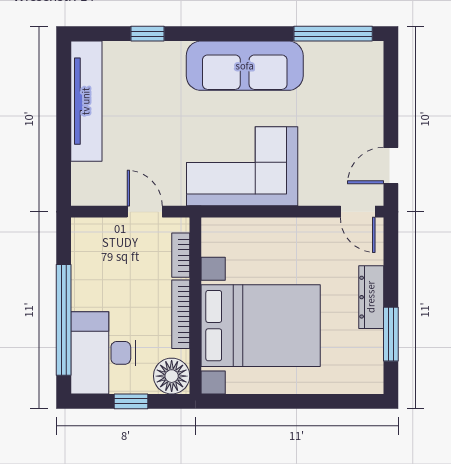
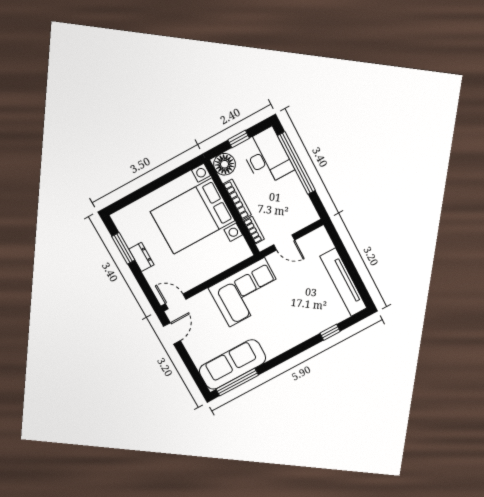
sofa: (245, 66) -> (233, 364), moved
dresser: (371, 297) -> (141, 257), width x0.70

